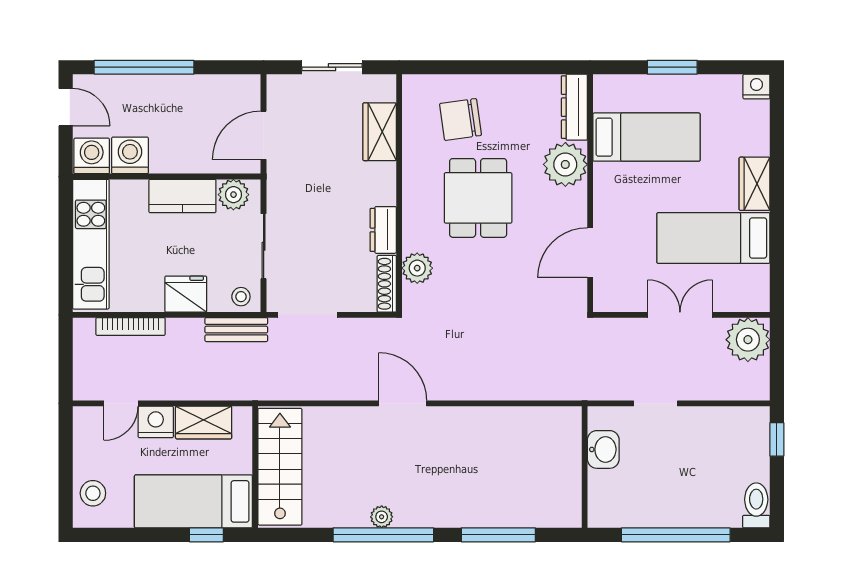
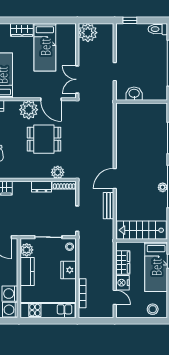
plant: (565, 164) -> (29, 110), moved
dining table: (478, 198) -> (44, 139), moved
double door: (680, 315) -> (77, 79), moved
bench: (236, 330) -> (108, 206), moved

